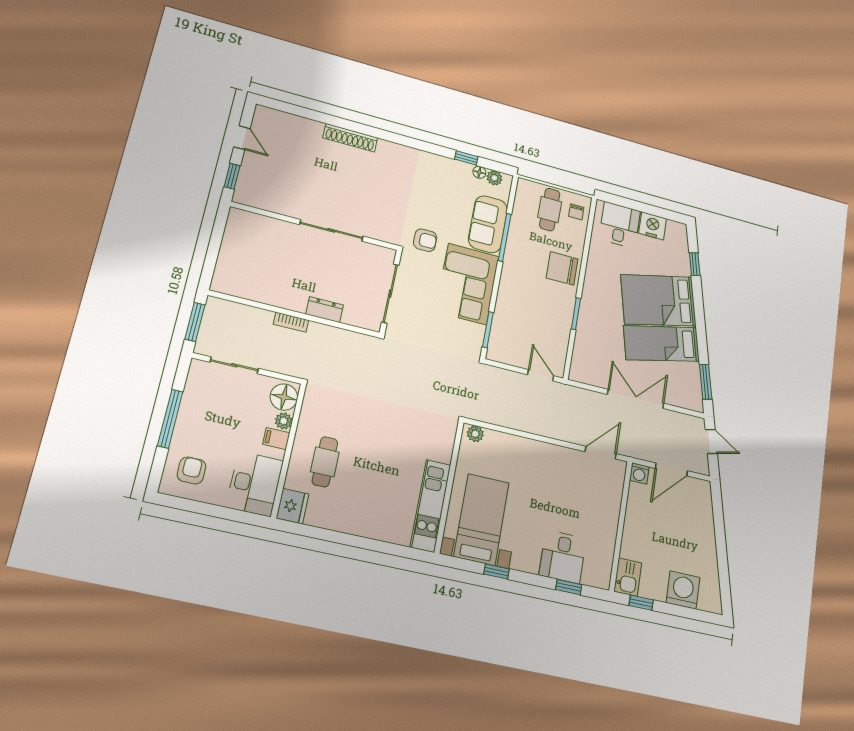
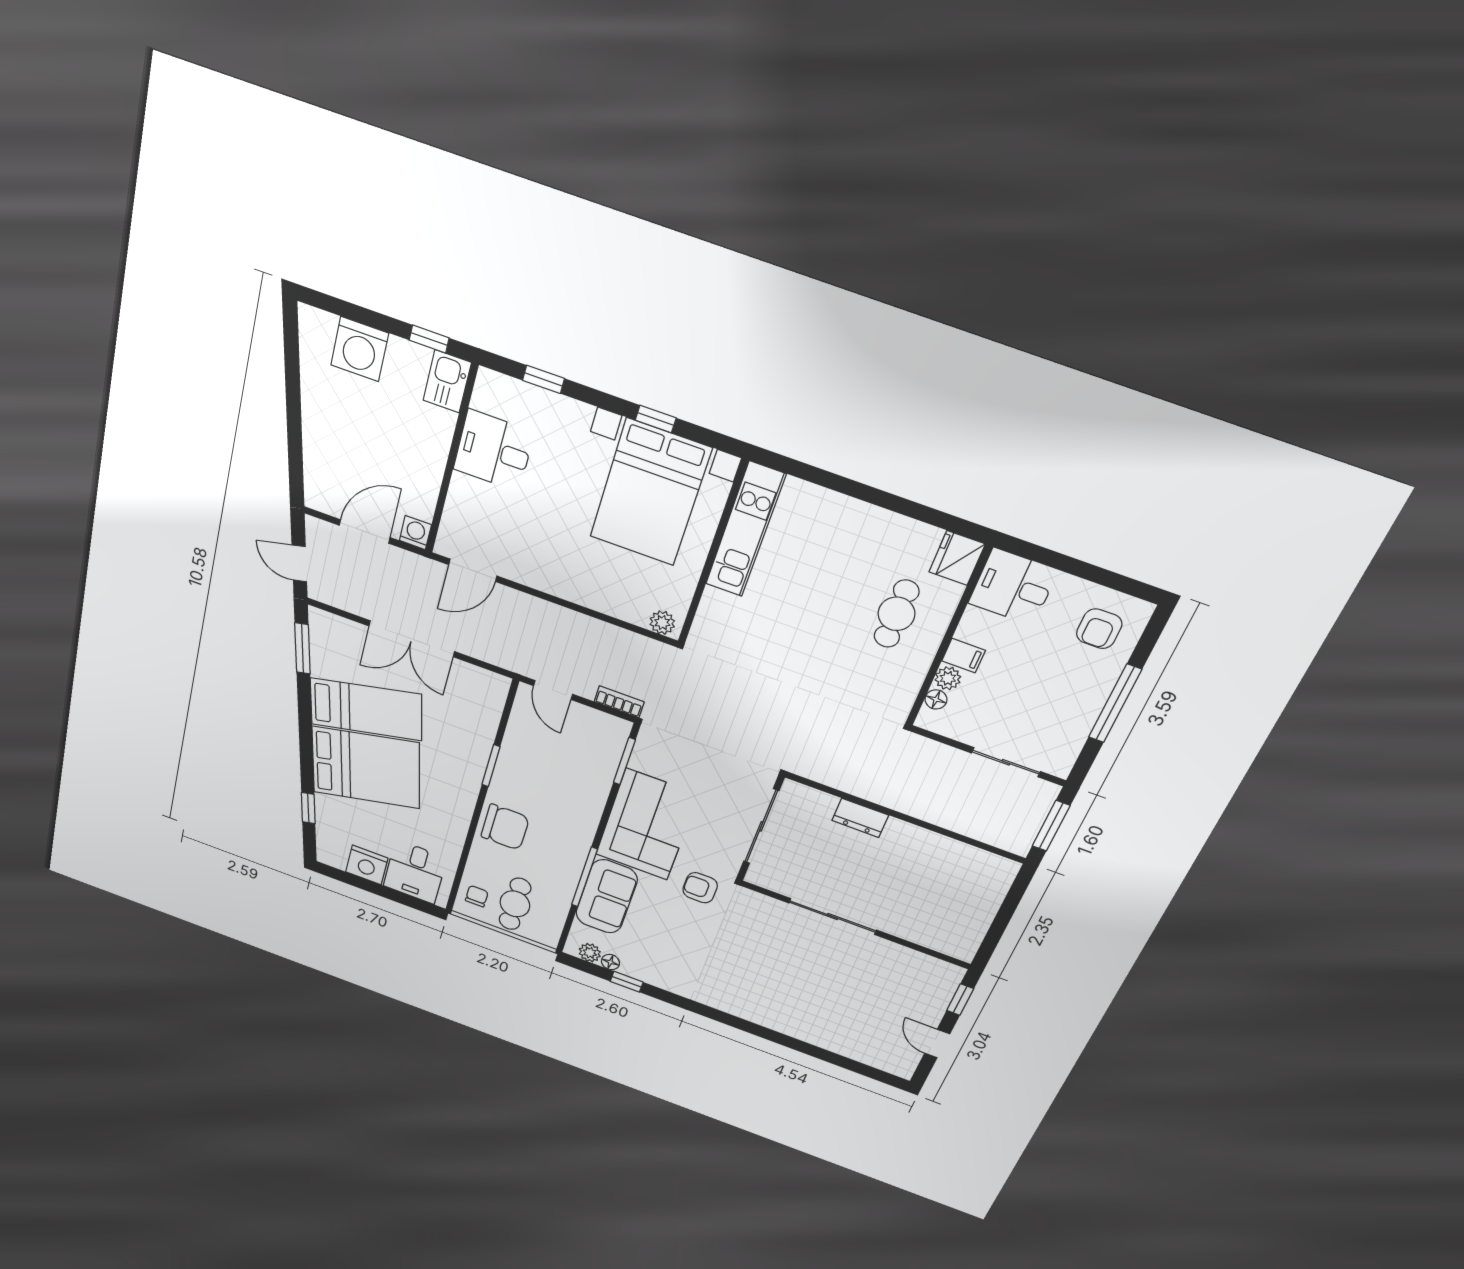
shoe rack: (350, 138) -> (786, 1026), removed
bookcase: (291, 322) -> (619, 702), moved
floor lamp: (284, 397) -> (936, 699), width x0.53, depth x0.53
desk: (255, 484) -> (1013, 587), width x0.73
bed with nightstands: (482, 519) -> (650, 493), width x1.36
desk: (563, 557) -> (494, 451), moved, turned -90

